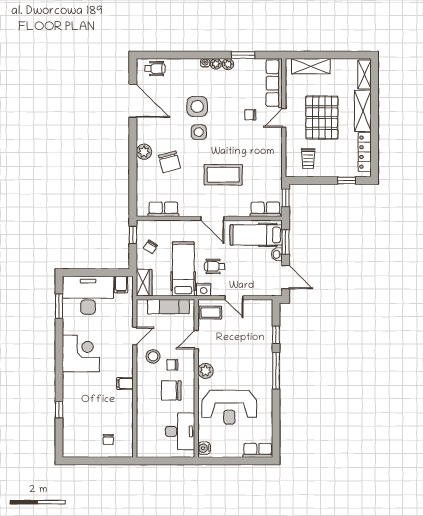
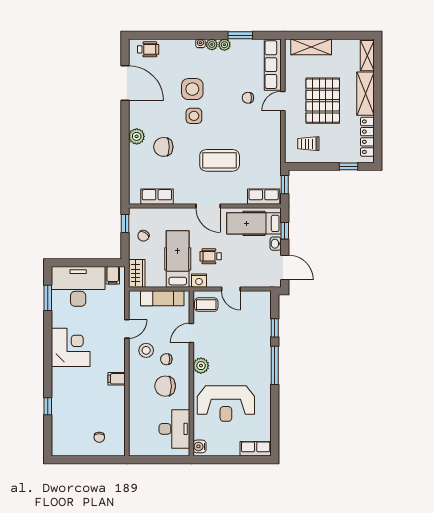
trolley: (308, 159) -> (308, 144), turned 90
chair: (170, 162) -> (163, 147), turned 105
window: (286, 242) -> (285, 231), width x0.67

